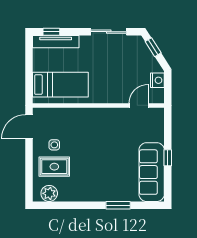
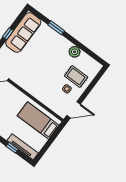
window: (51, 32) -> (12, 148), moved
plant: (49, 193) -> (75, 52), moved

